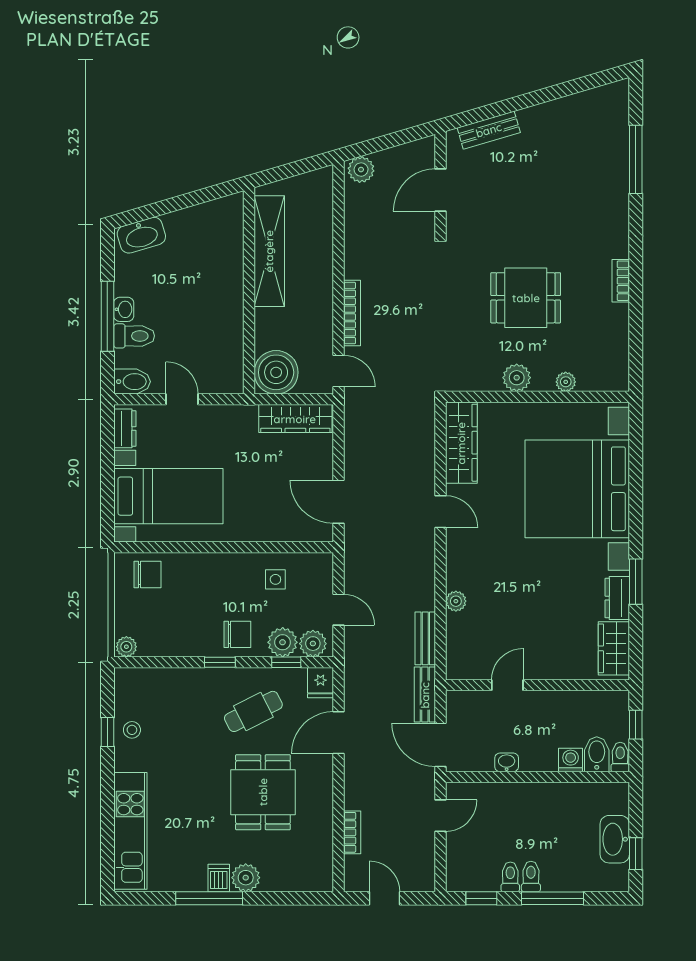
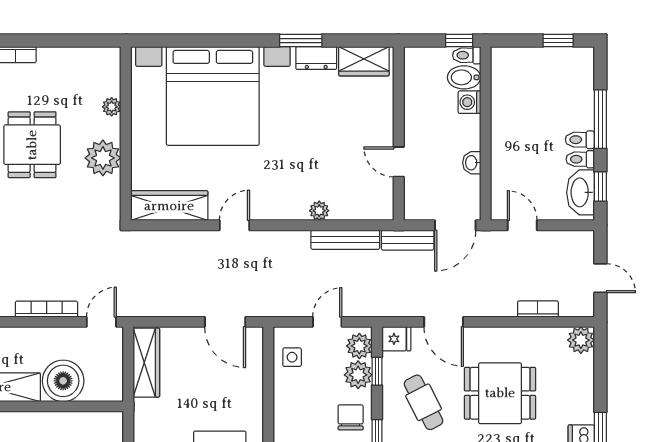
boiler: (276, 372) -> (63, 381), moved
plant: (517, 378) -> (103, 158), width x1.36, depth x1.36
door: (338, 502) -> (225, 322), hinge flipped
side table: (275, 579) -> (292, 357), moved
bench: (425, 638) -> (345, 240), width x1.36
window: (636, 725) -> (459, 41), moved
washbasin: (615, 839) -> (580, 192), moved, turned 90
plant: (246, 878) -> (581, 340), moved
door: (385, 898) -> (600, 278), swing flipped

